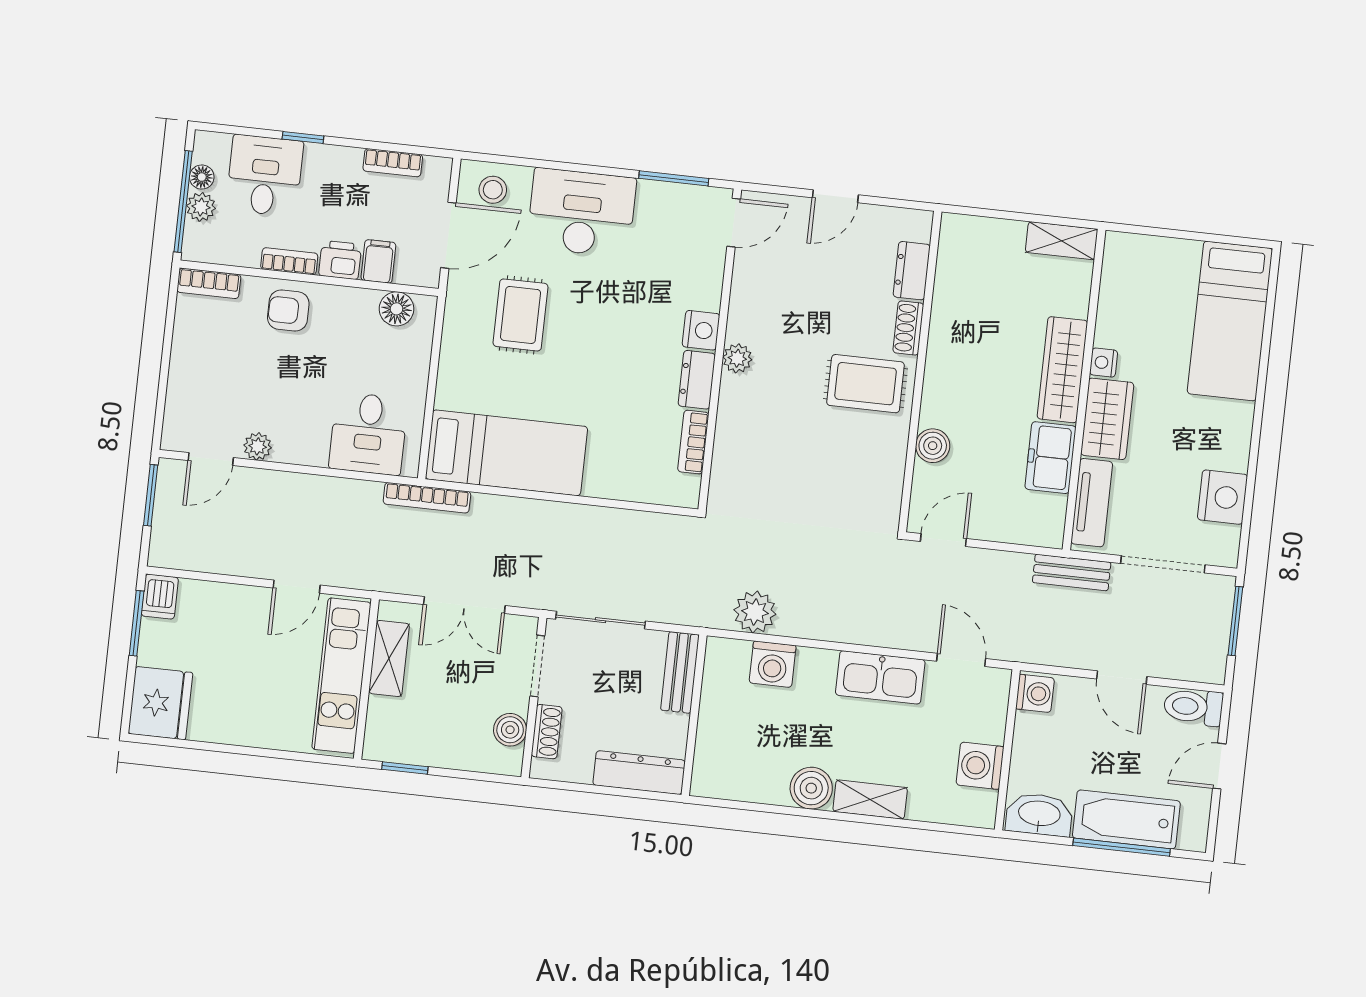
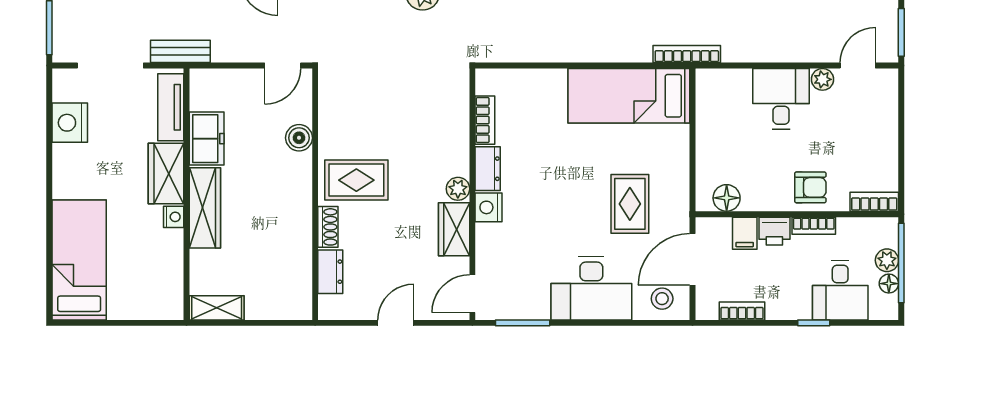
wardrobe: (748, 307) -> (454, 229), added
desk: (368, 434) -> (781, 99), moved

